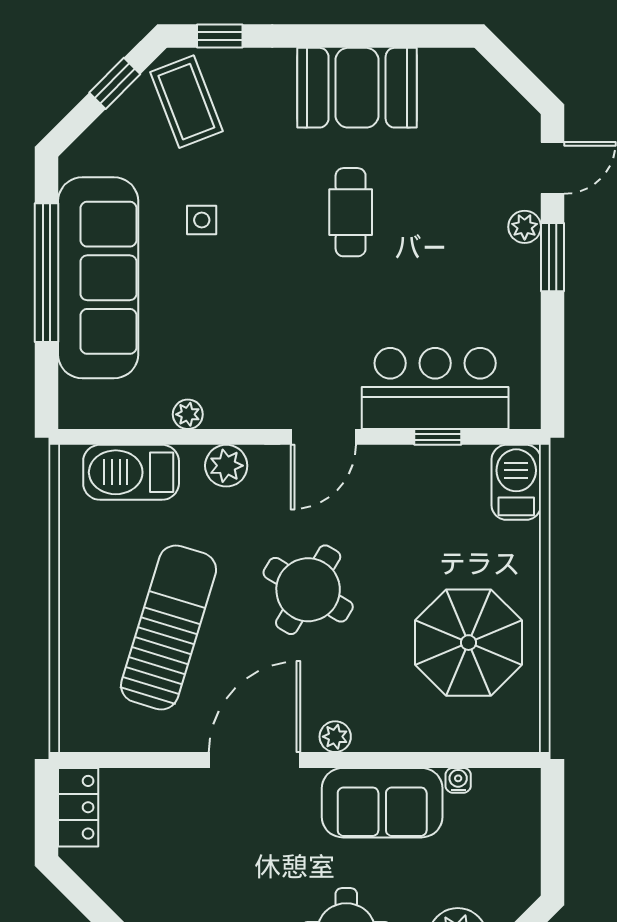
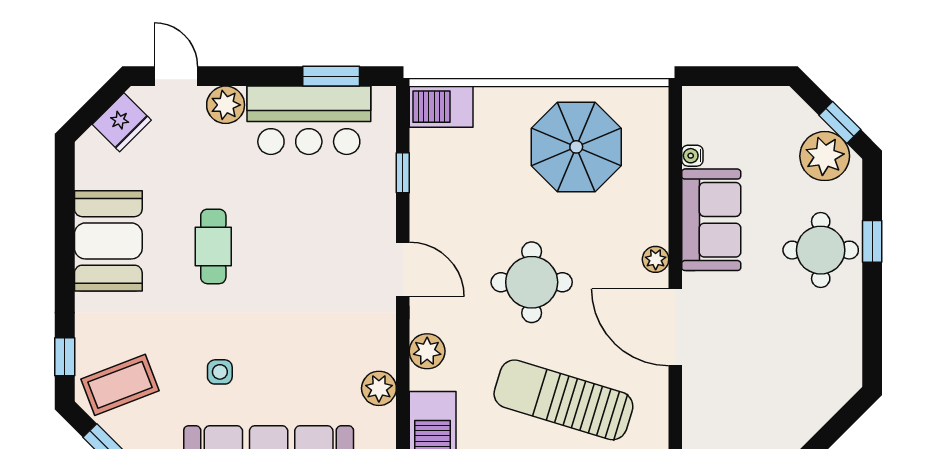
fridge: (498, 104) -> (122, 122), added
cafe table: (351, 212) -> (213, 246), turned 90
plant: (525, 227) -> (226, 105), width x1.38, depth x1.38
window: (552, 257) -> (331, 76), moved
bar counter: (435, 388) -> (309, 120), moved, turned -90
plant: (188, 414) -> (379, 388), width x1.38, depth x1.38
round table: (308, 590) -> (532, 282), turned -31

